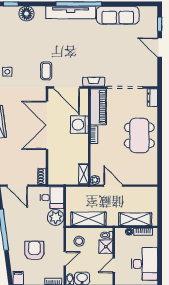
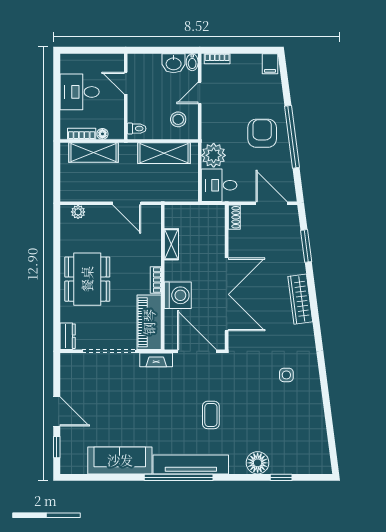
coffee table: (46, 71) -> (211, 415), moved
shelving: (84, 174) -> (171, 244), moved
plant: (95, 180) -> (78, 212), moved
shower: (106, 247) -> (138, 111), removed
armchair: (34, 251) -> (262, 133), moved, turned 180
desk: (144, 264) -> (80, 92), width x0.73
door: (114, 265) -> (126, 83), swing flipped

